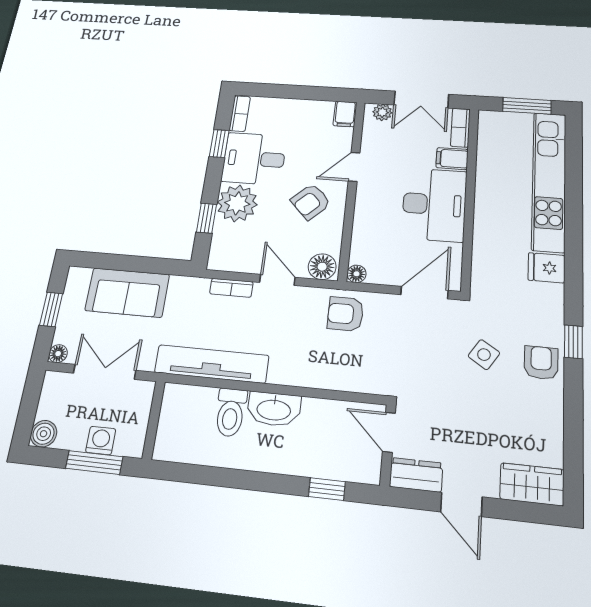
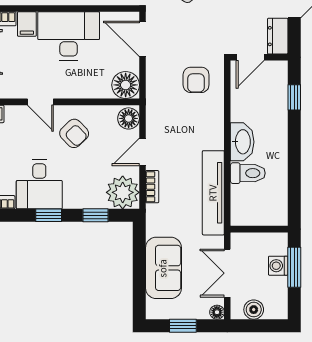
window: (219, 144) -> (49, 215), moved
plant: (237, 203) -> (123, 192), moved
floor lamp: (357, 274) -> (126, 85), width x1.89, depth x1.89
armchair: (346, 314) -> (196, 80), moved
boiler: (44, 434) -> (254, 310), moved

